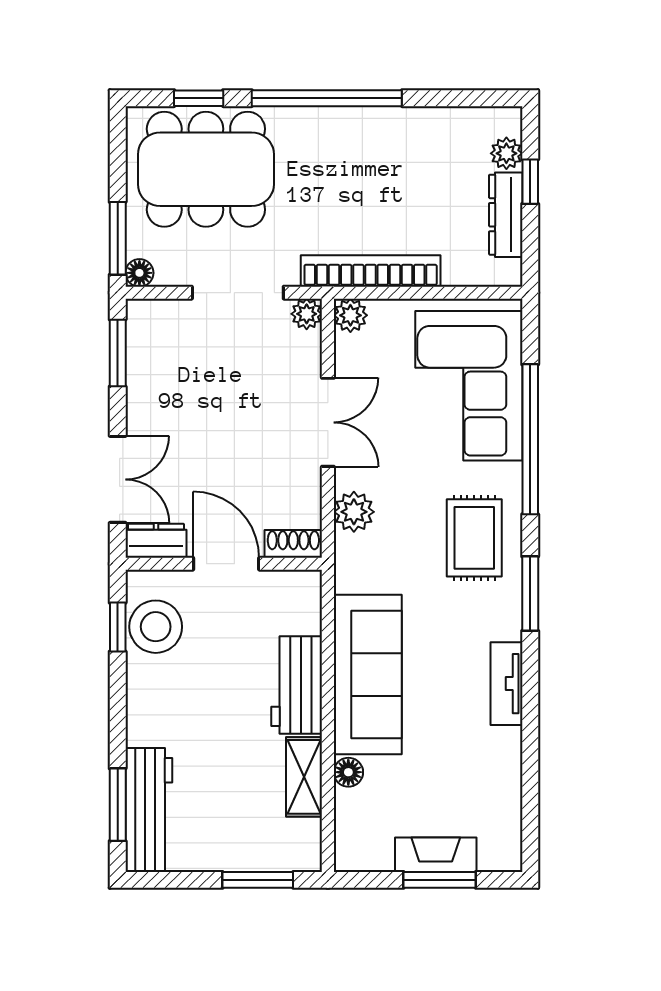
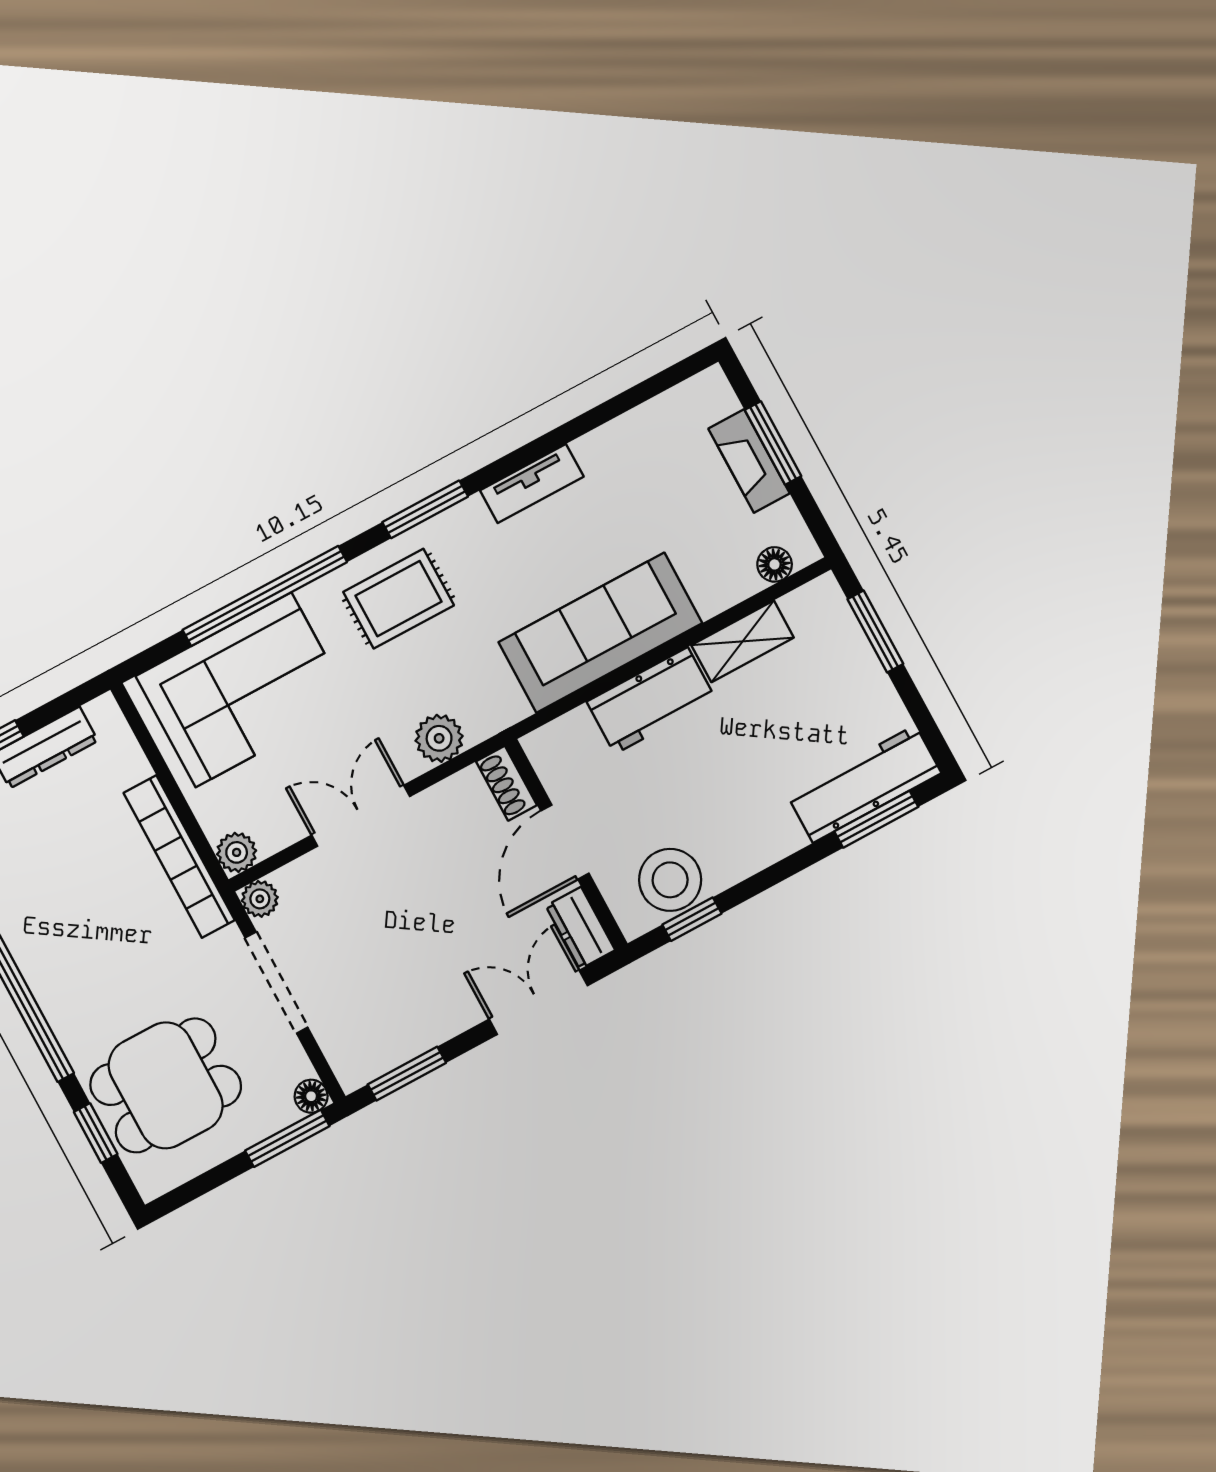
dining table: (206, 169) -> (166, 1085), width x0.73
floor lamp: (348, 772) -> (775, 564), moved

